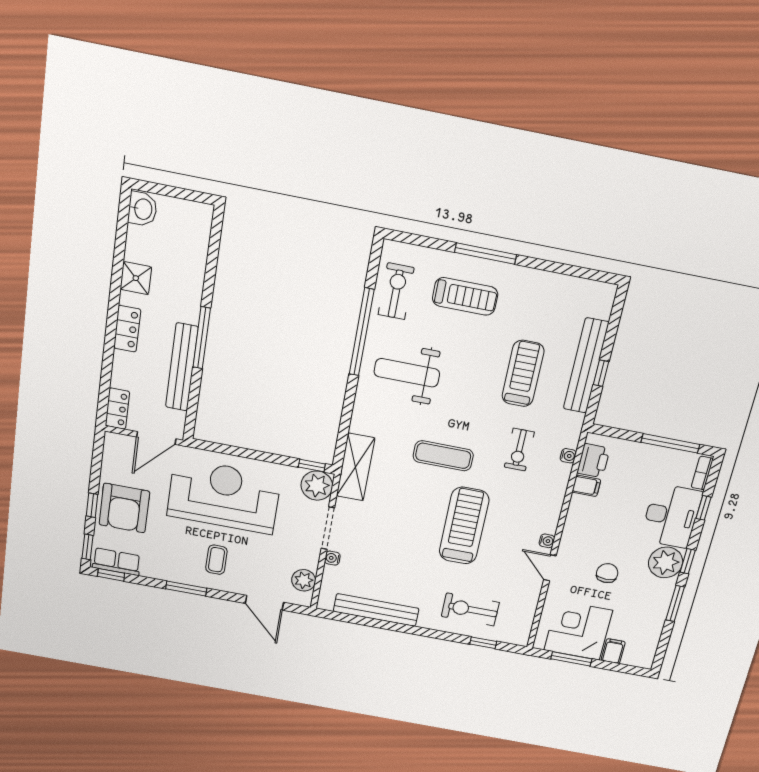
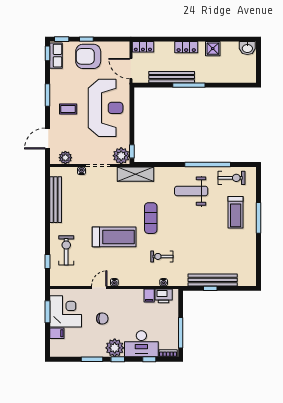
weight bench: (407, 373) -> (191, 191), turned -90
treadmill: (523, 373) -> (202, 249), removed

